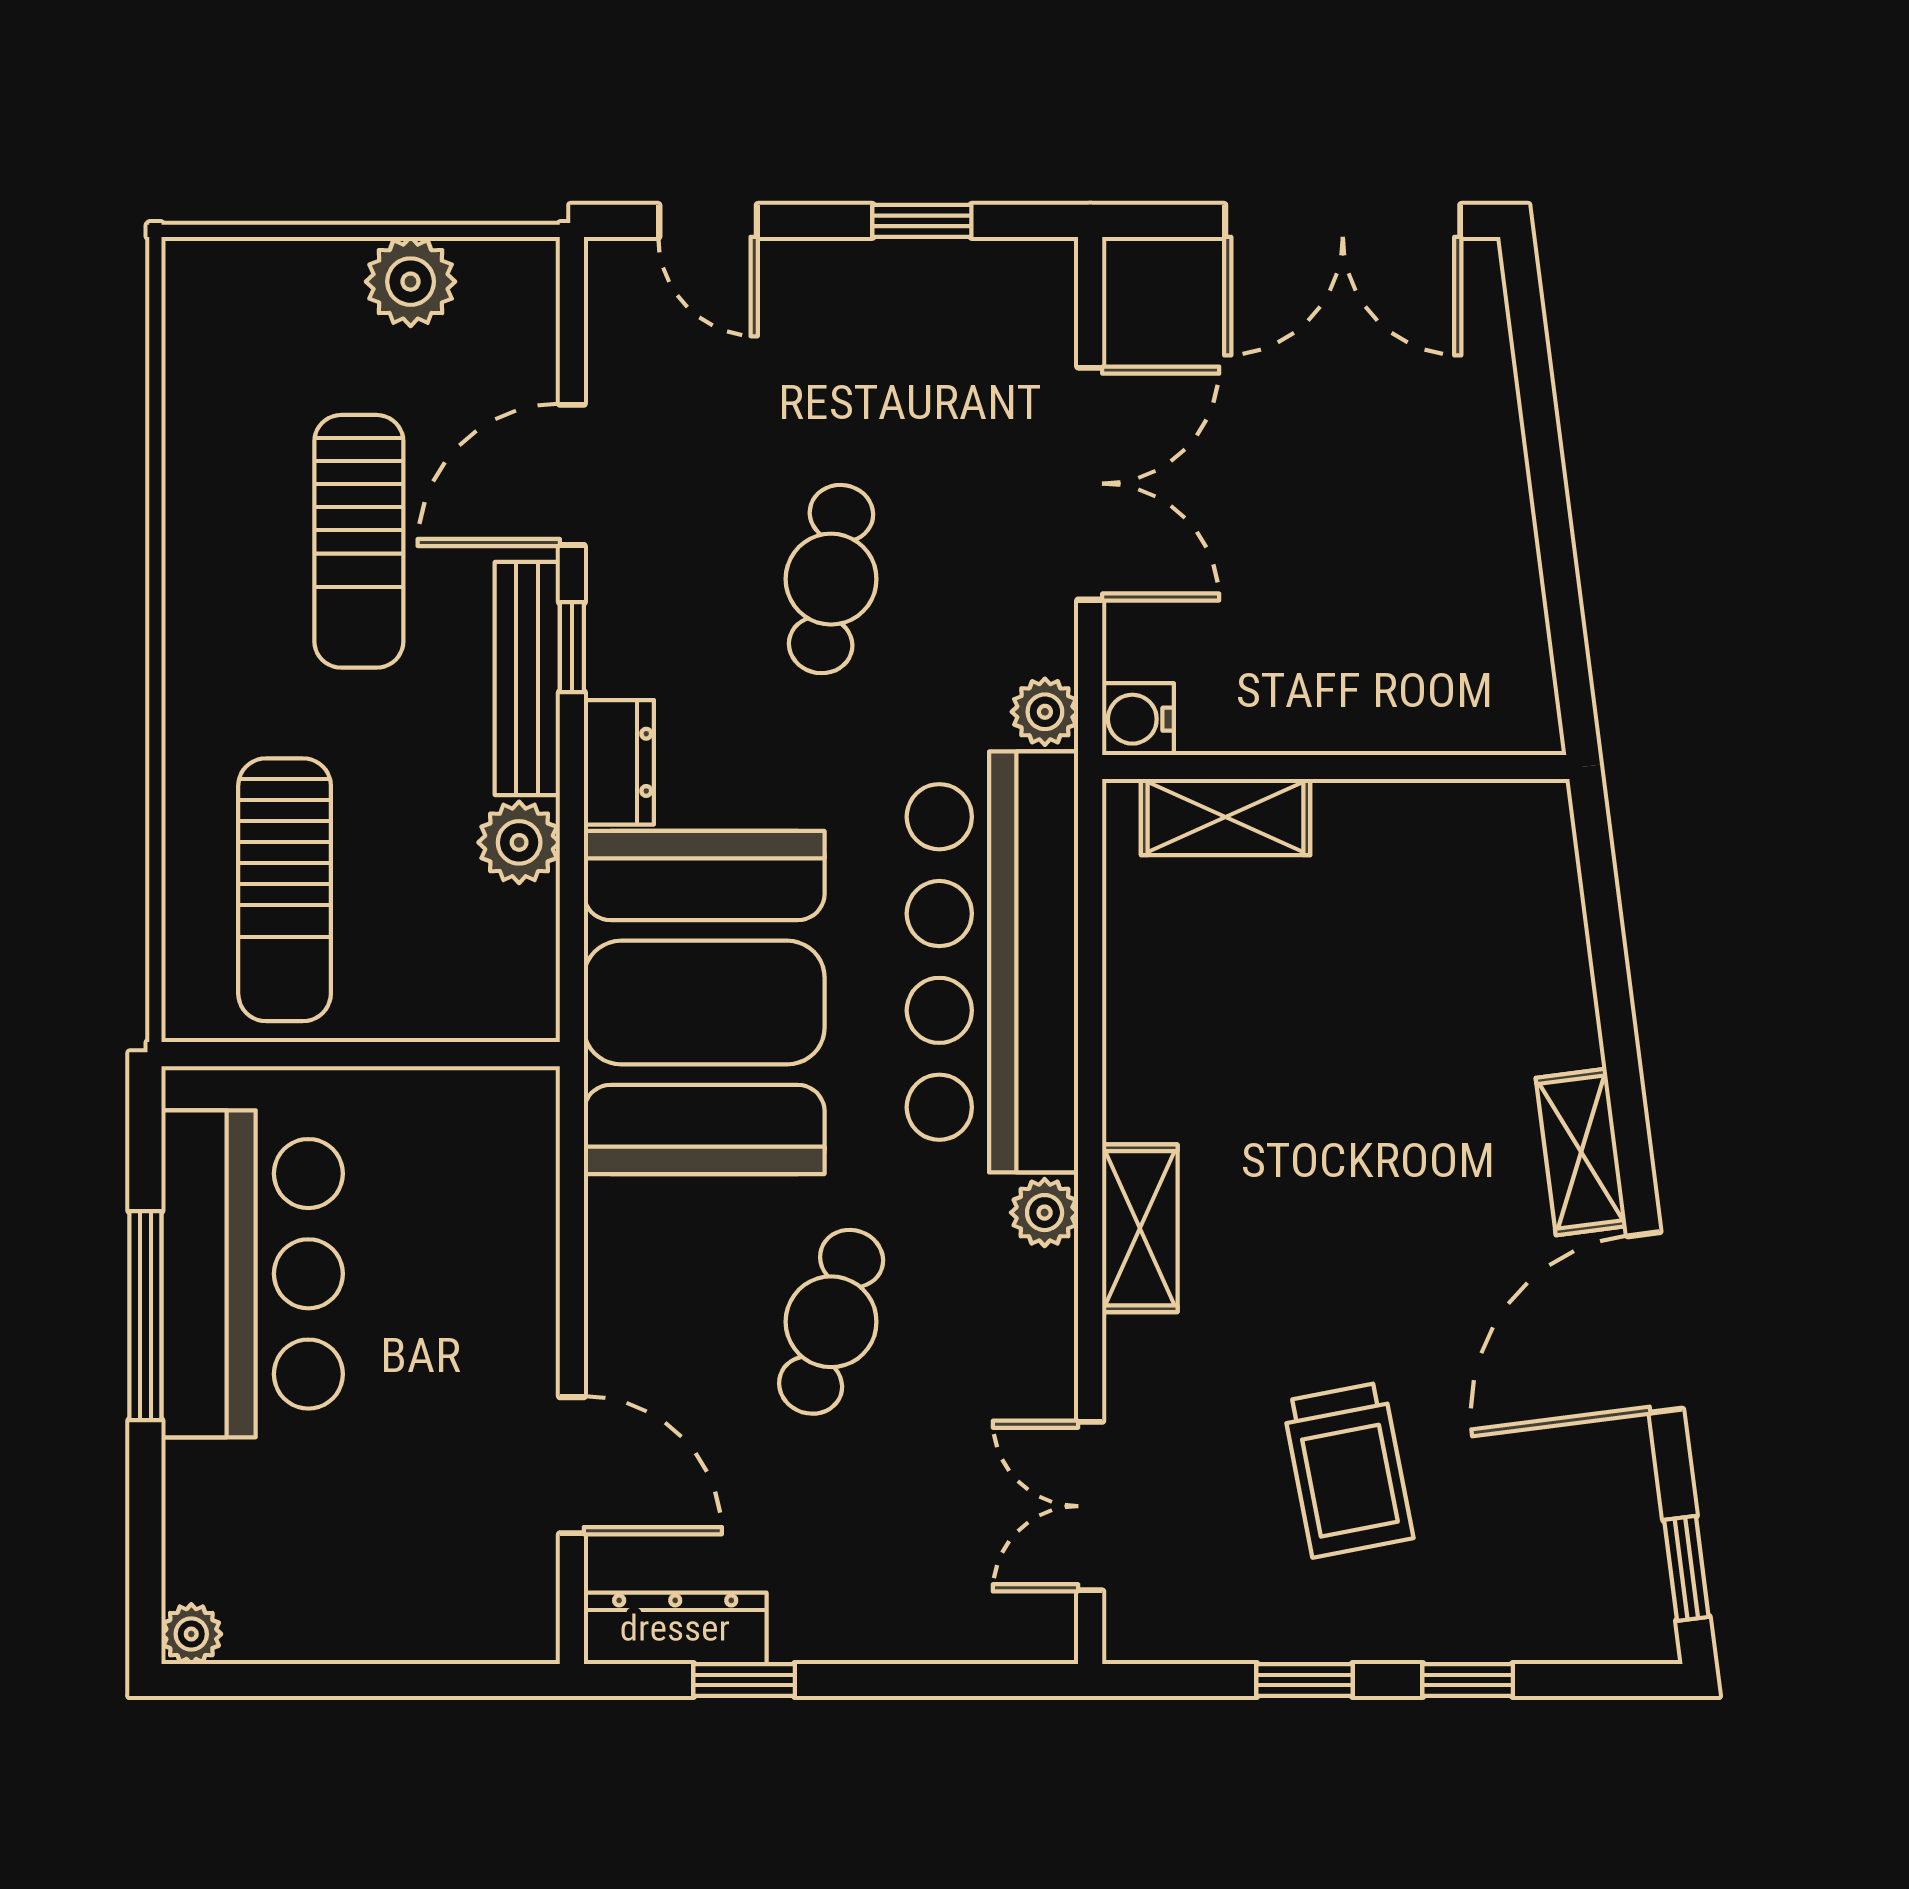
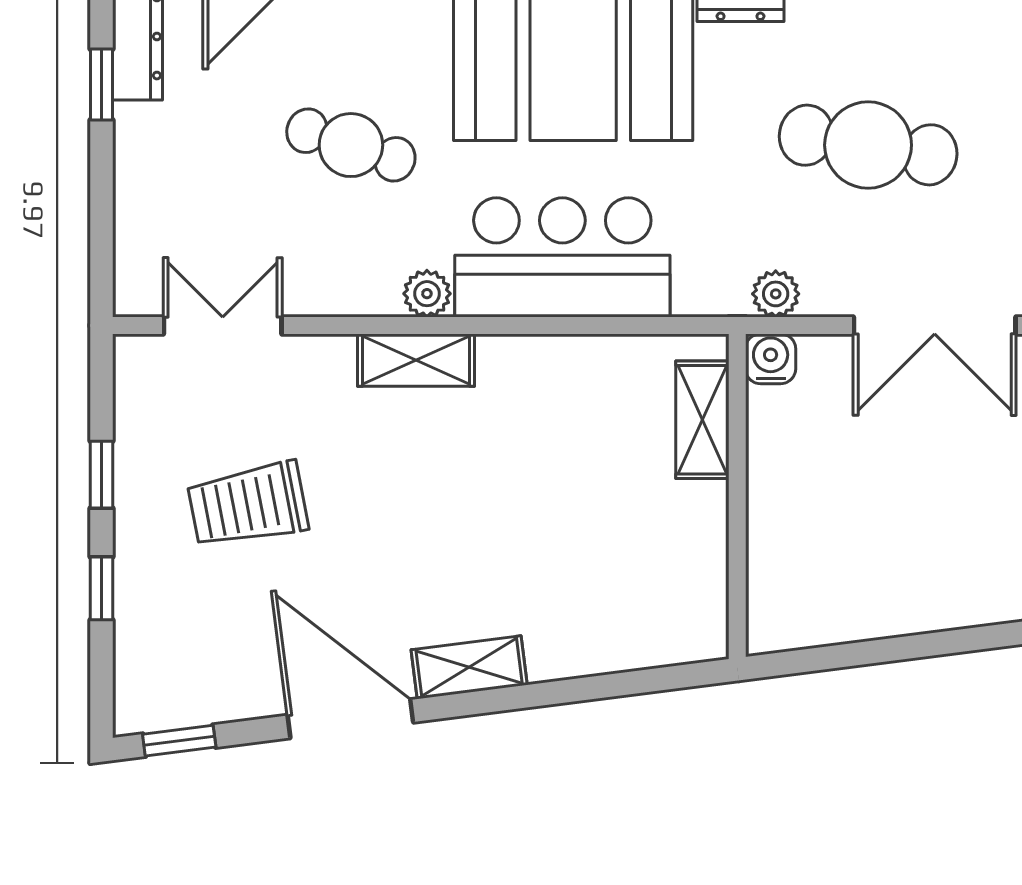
cafe table: (831, 579) -> (868, 145), width x1.37, depth x1.35
bar counter: (992, 962) -> (562, 257), width x0.73

